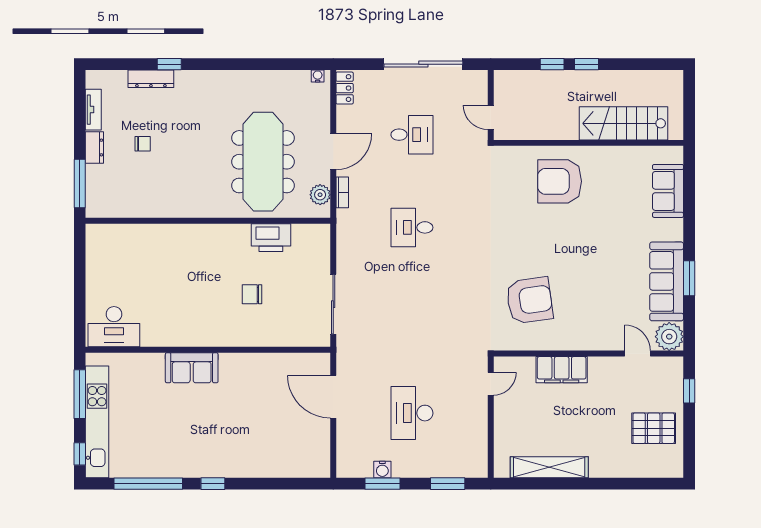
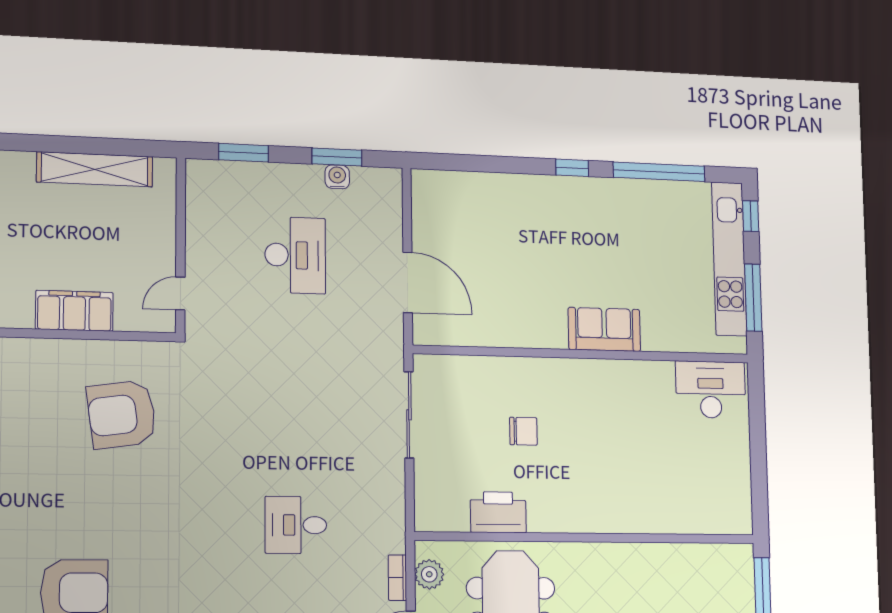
desk: (412, 227) -> (296, 525), turned 180

